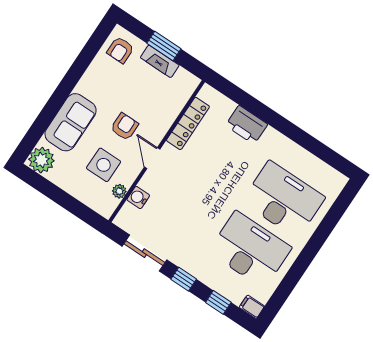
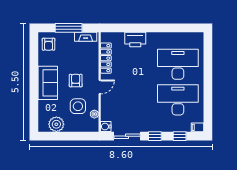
window: (164, 46) -> (69, 28), width x1.44
fireplace: (160, 61) -> (86, 37), moved
sofa: (71, 122) -> (48, 83), moved
door: (152, 158) -> (100, 87), swing flipped
plant: (41, 160) -> (56, 124), moved
water cooler: (138, 198) -> (106, 127), moved

